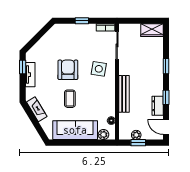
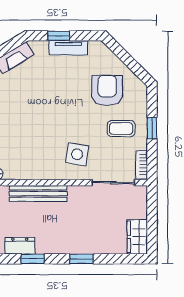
window: (23, 67) -> (59, 36), moved
armchair: (68, 70) -> (107, 90), moved, turned -90
coffee table: (70, 99) -> (121, 129), moved

